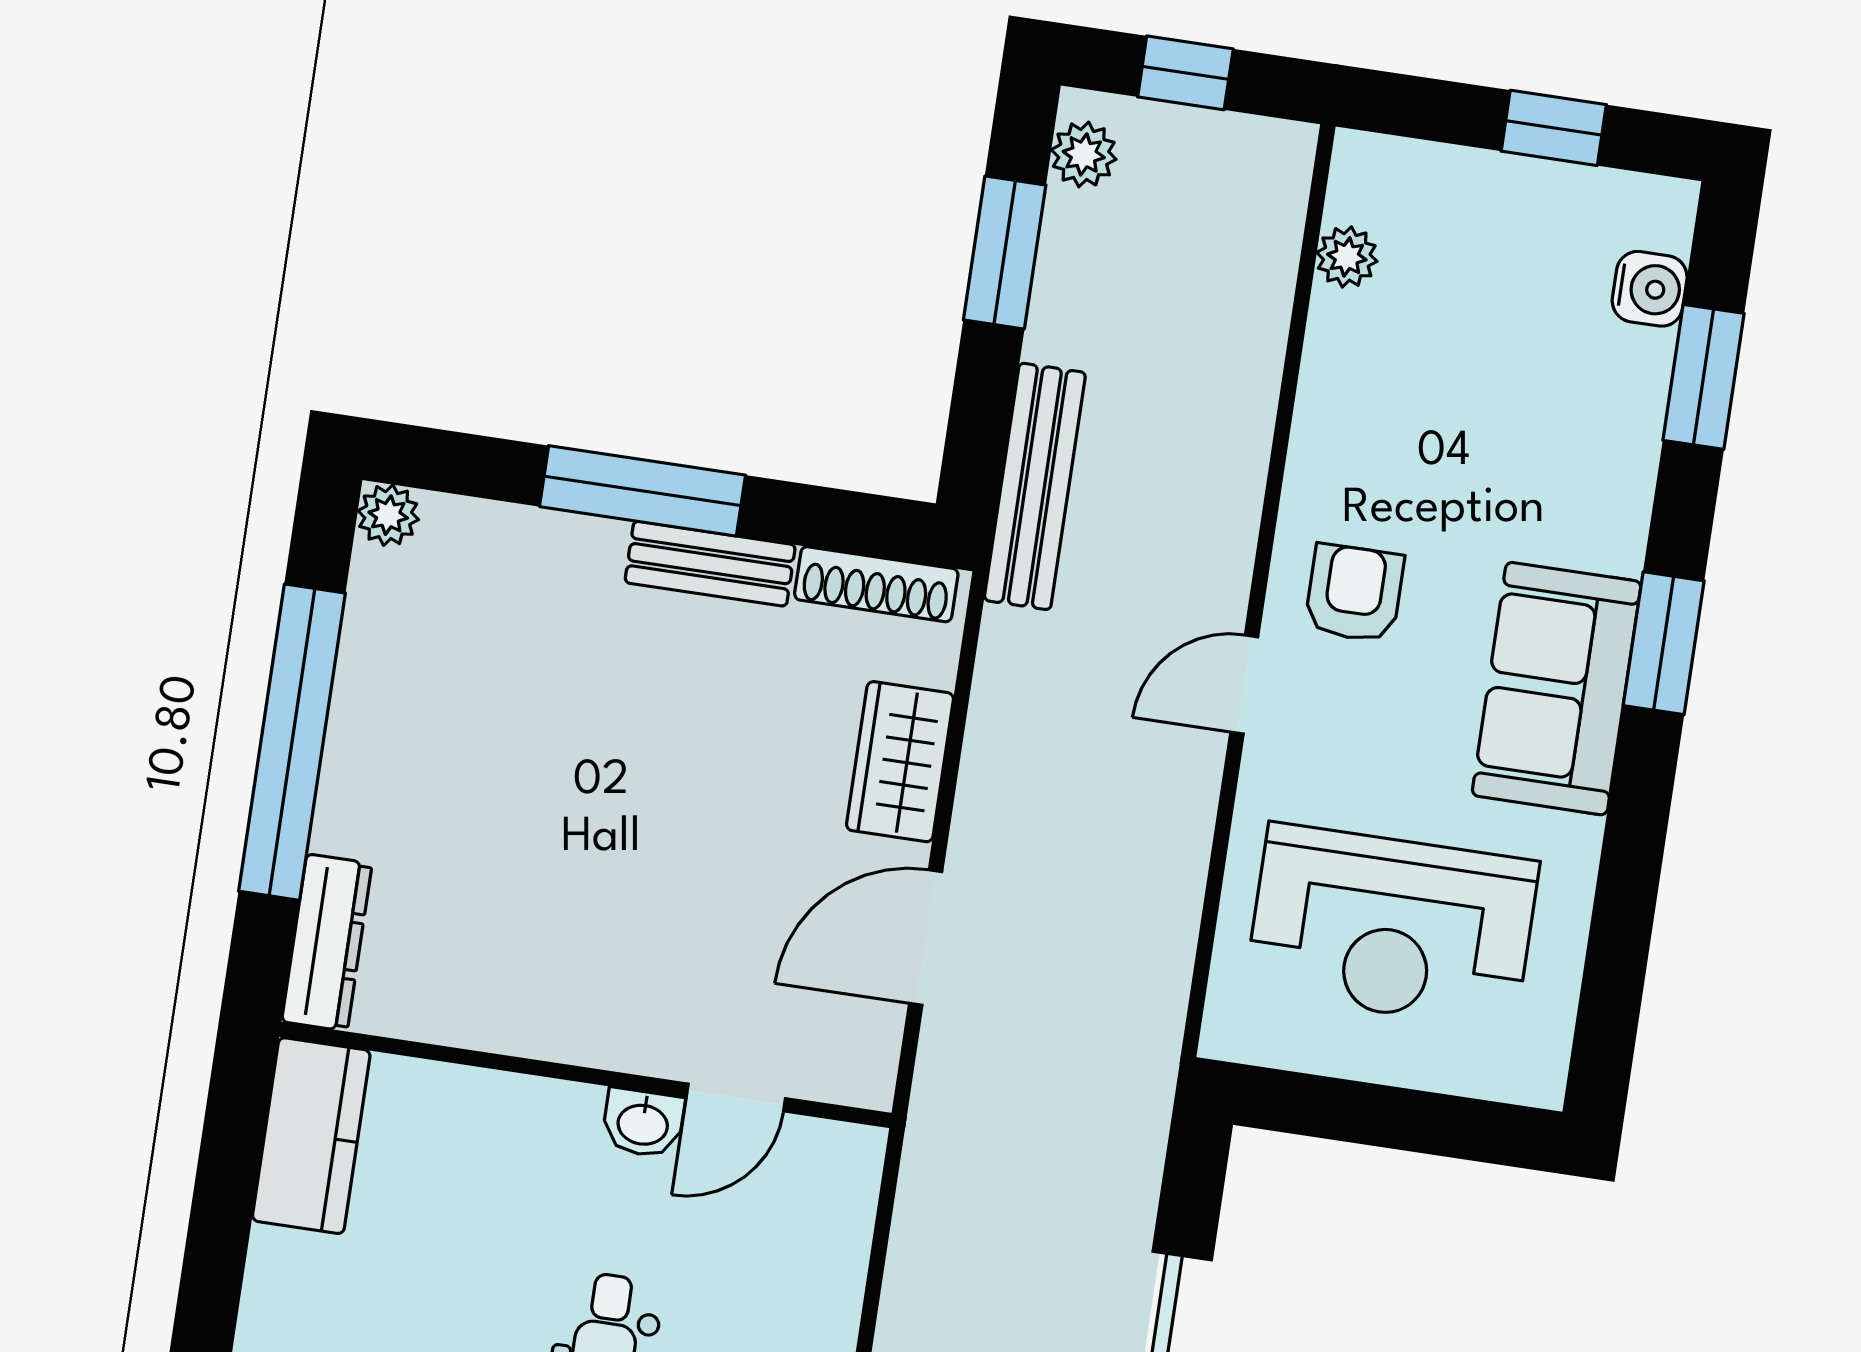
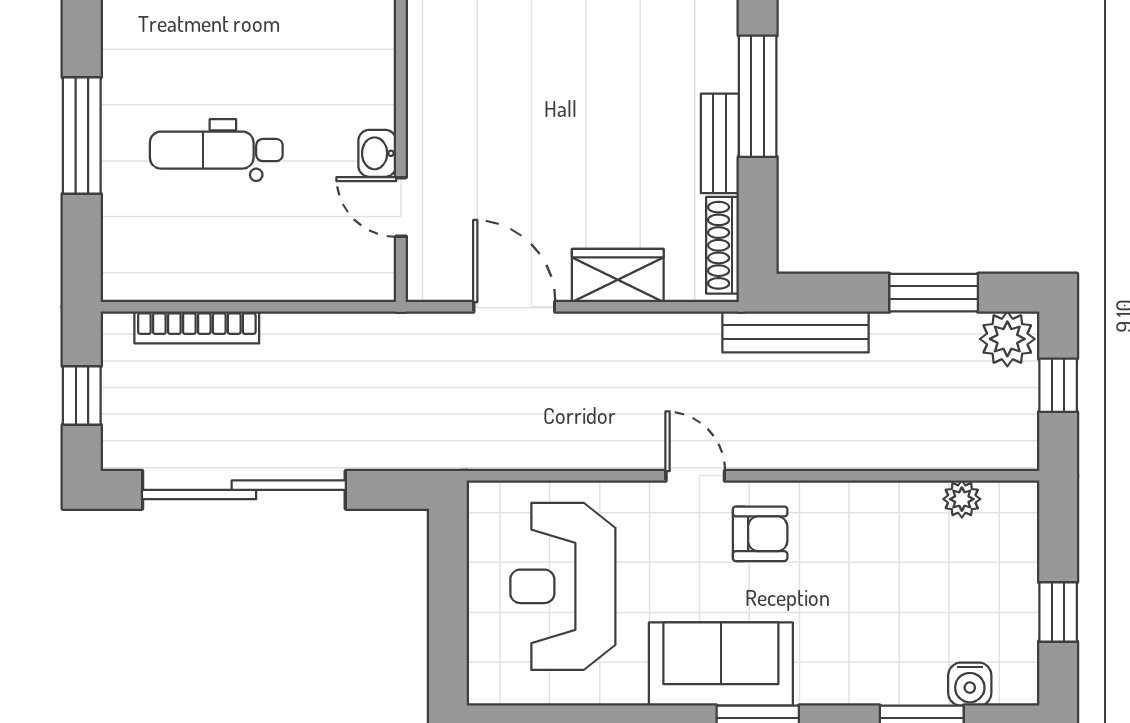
plant: (1084, 154) -> (1007, 339), width x1.38, depth x1.38

